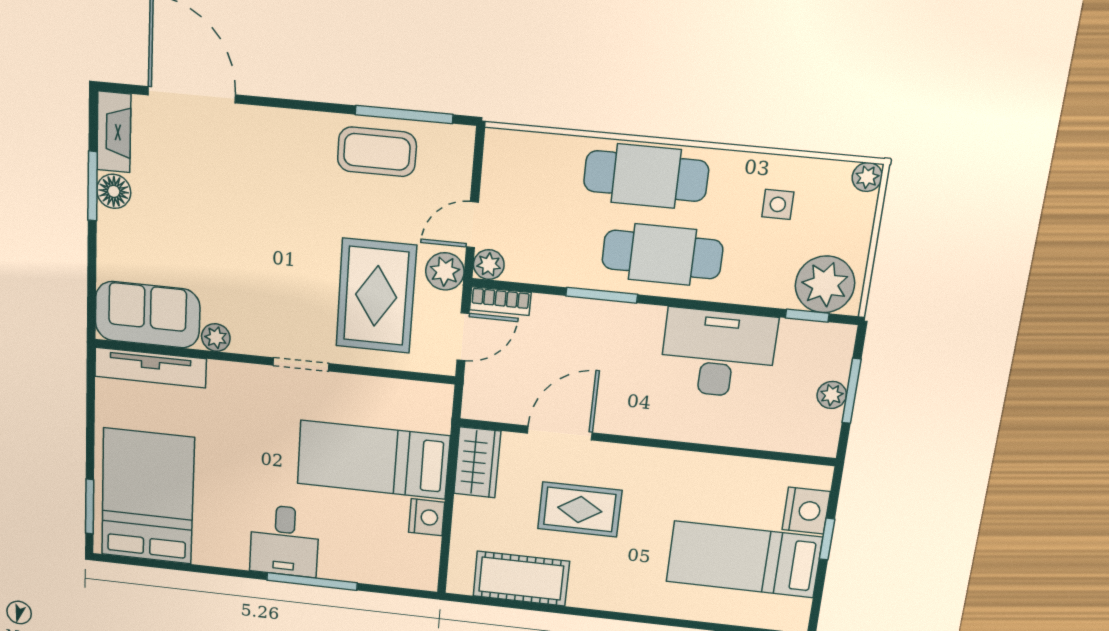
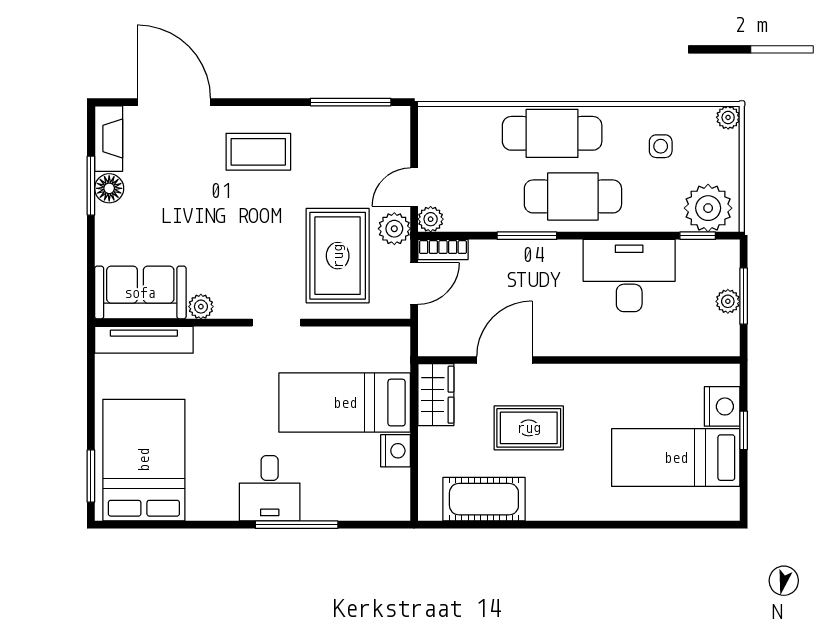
coffee table: (377, 152) -> (258, 152), moved

